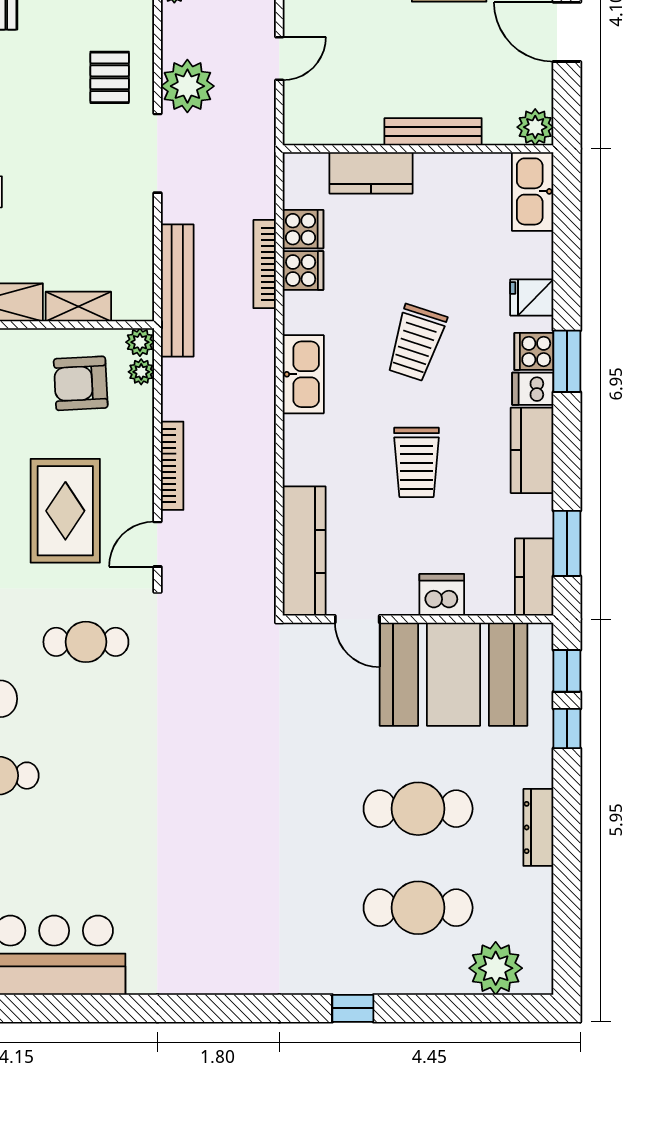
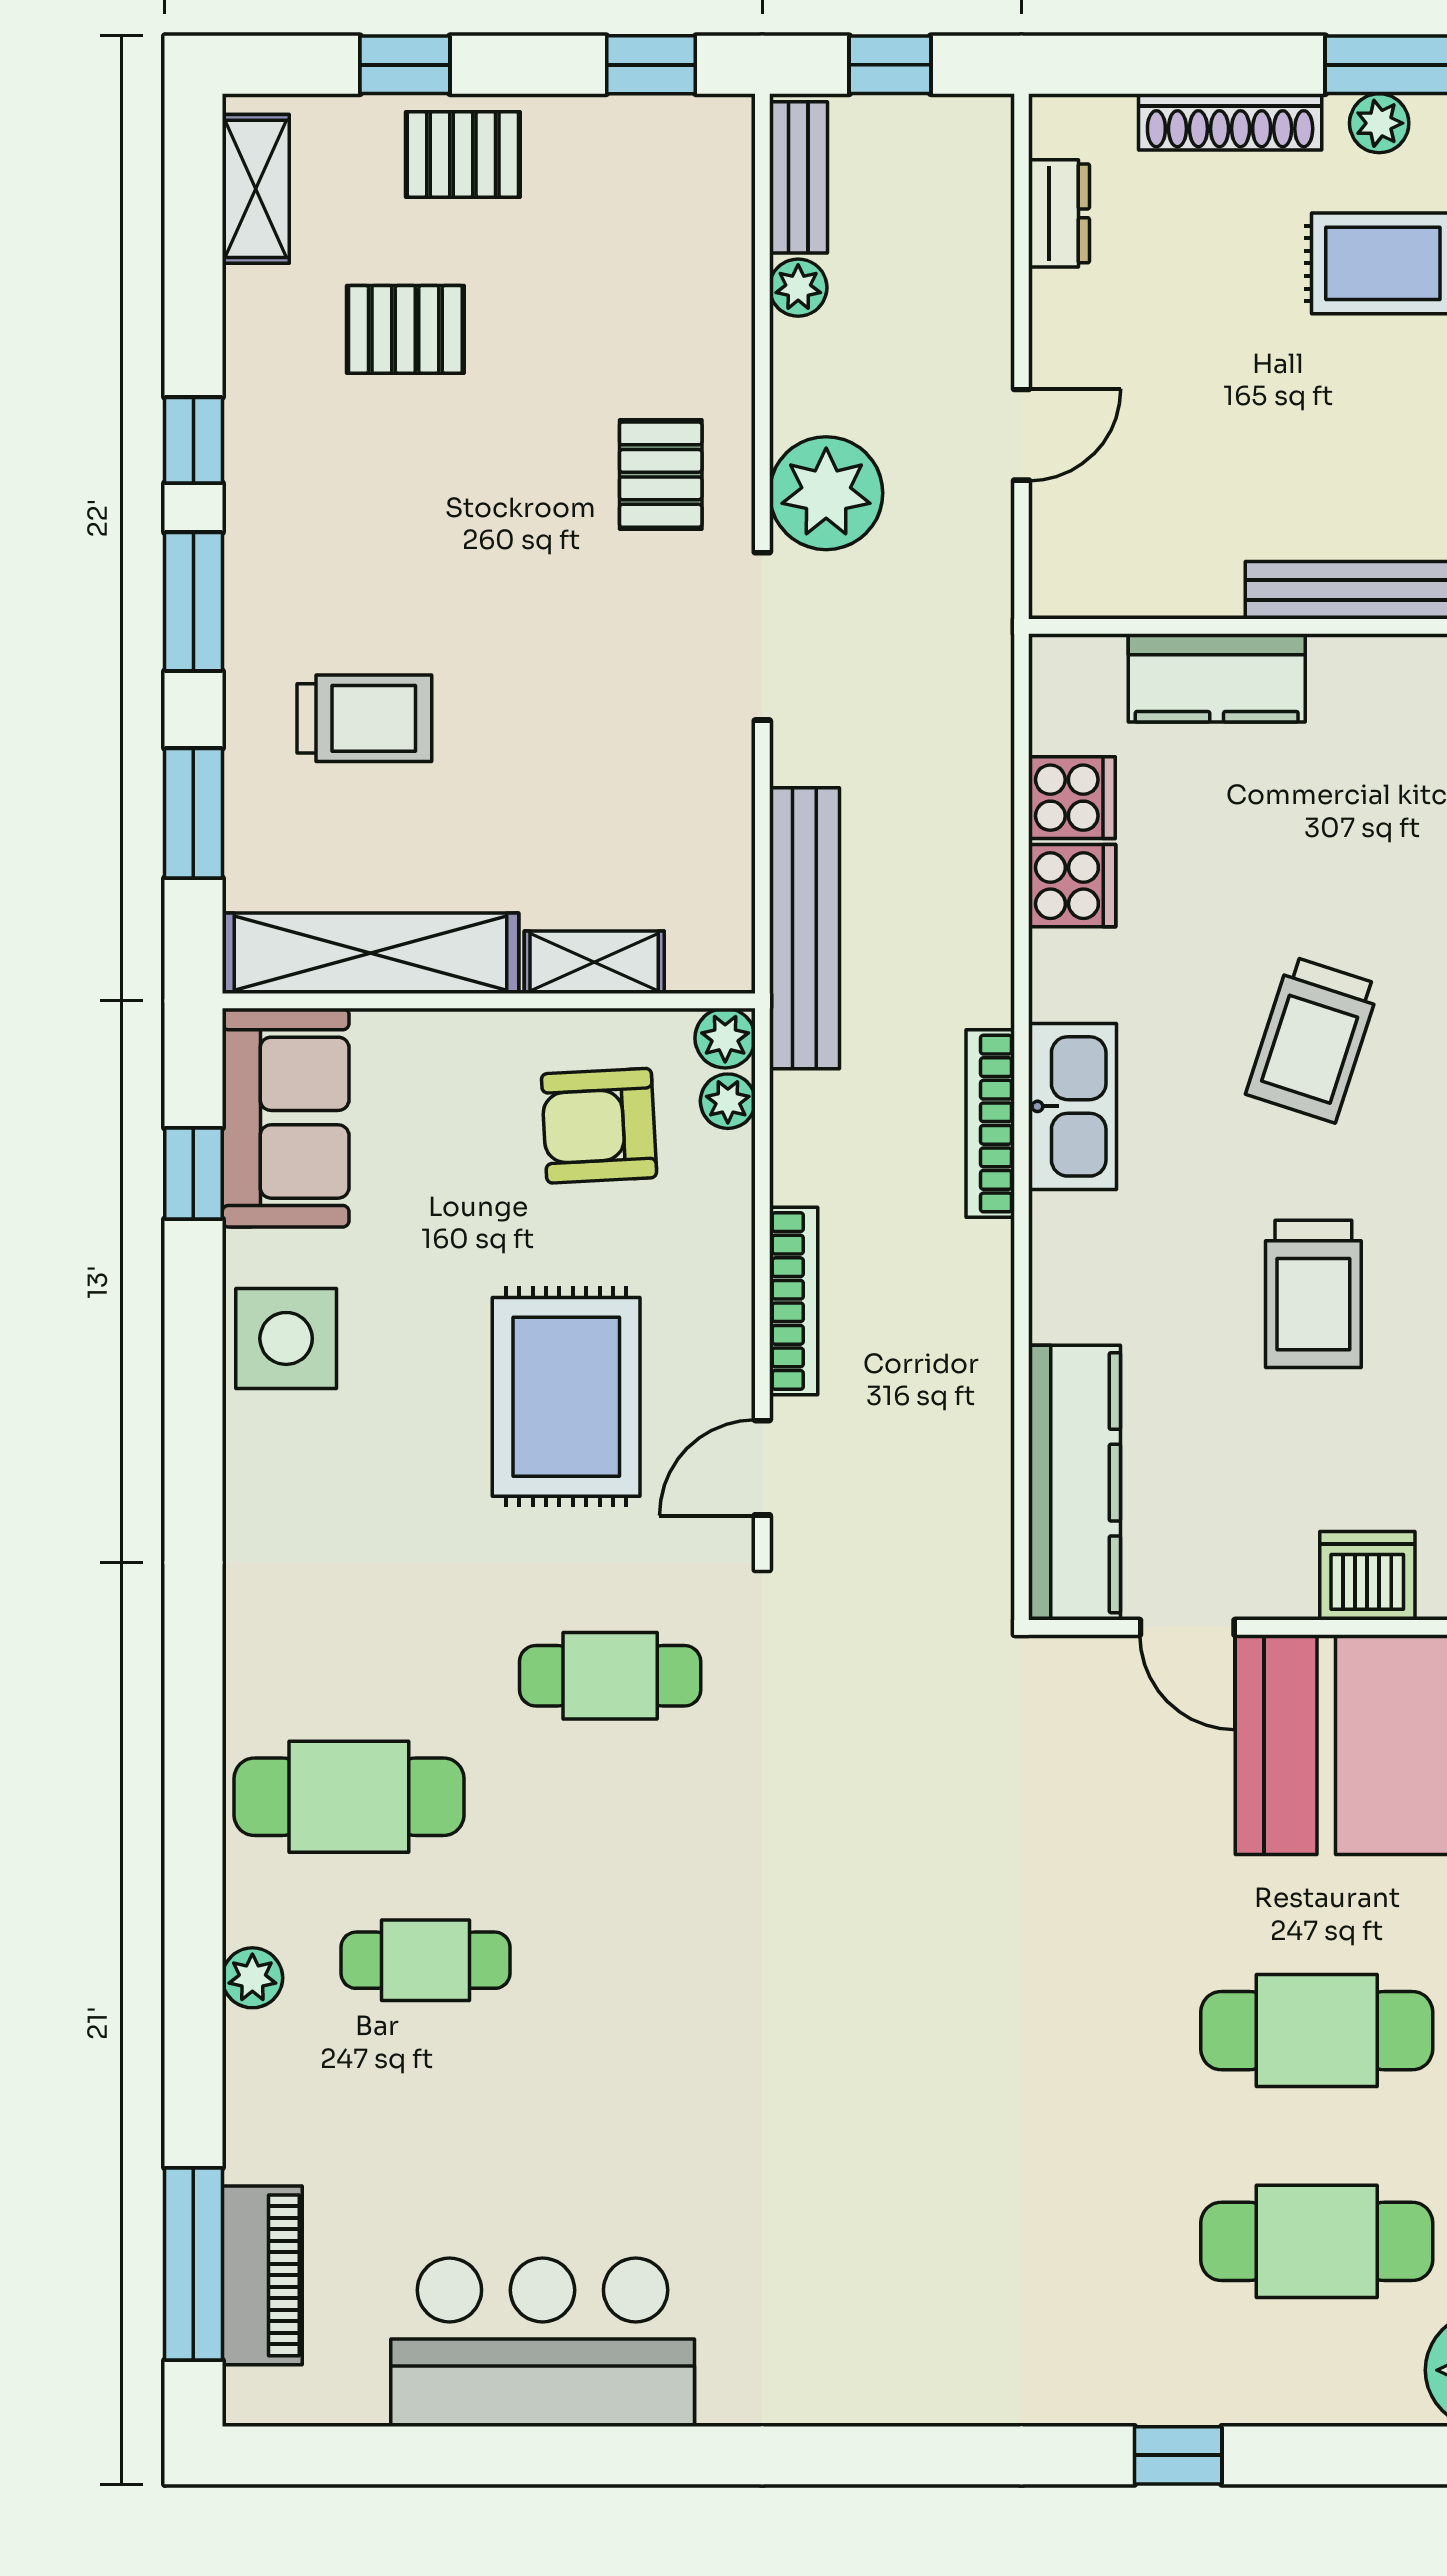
bookcase: (265, 264) -> (990, 1124), moved

